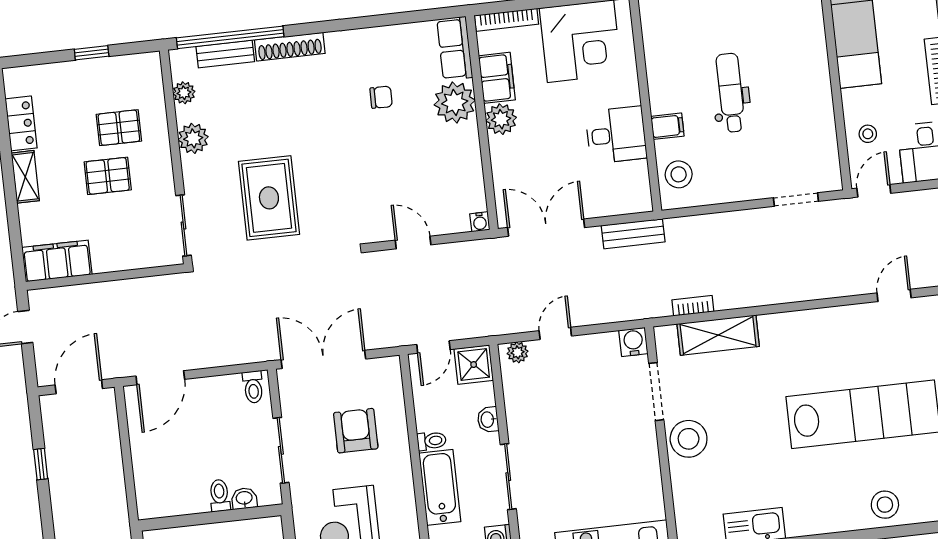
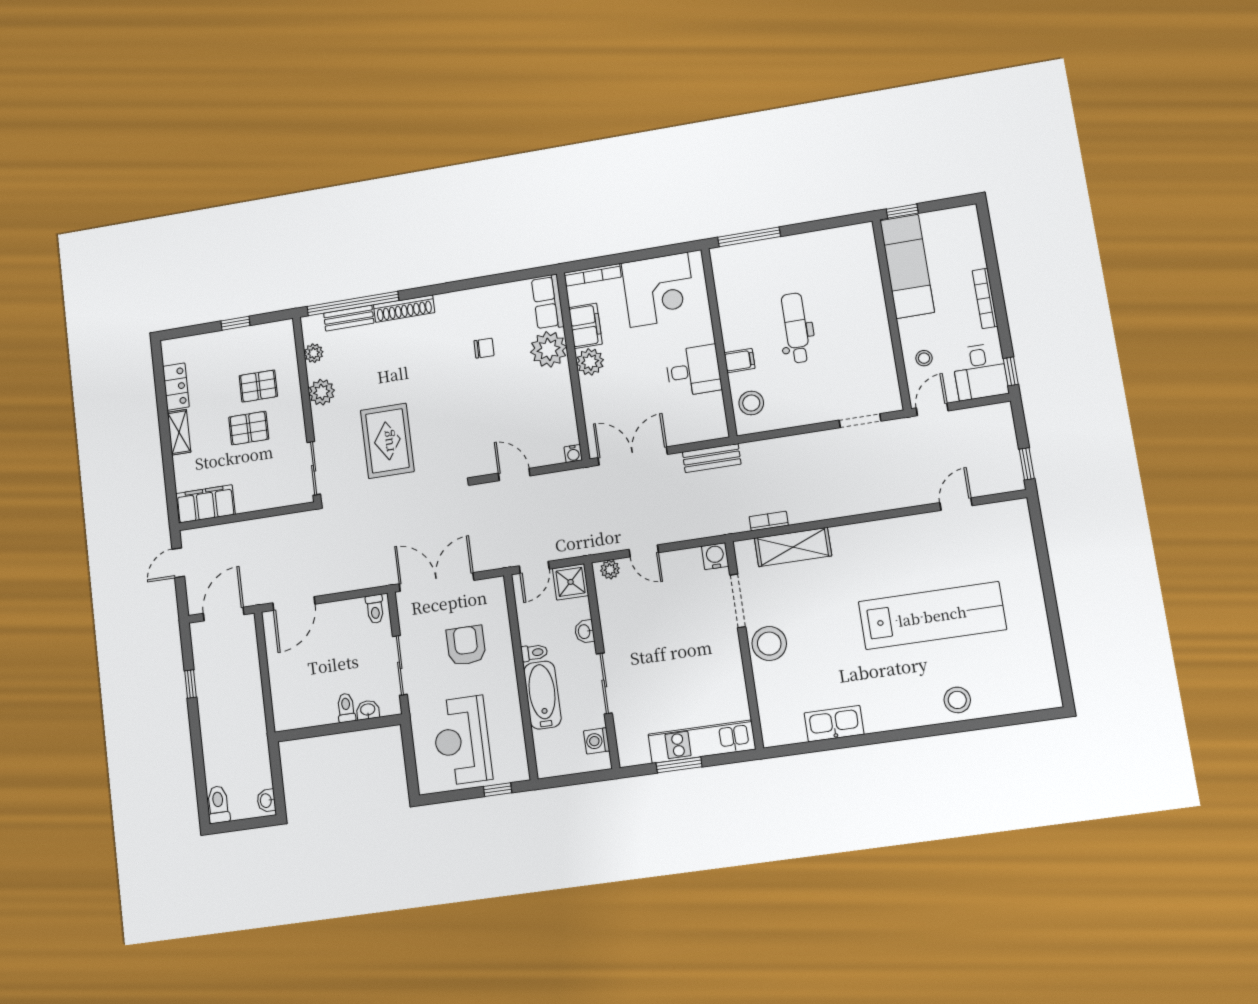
door: (555, 333) -> (644, 551), swing flipped

